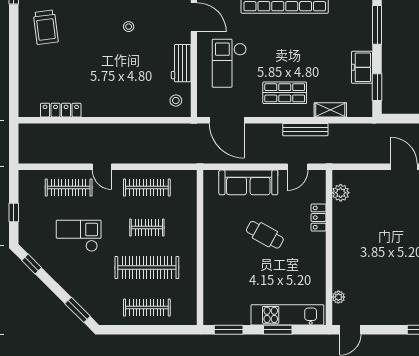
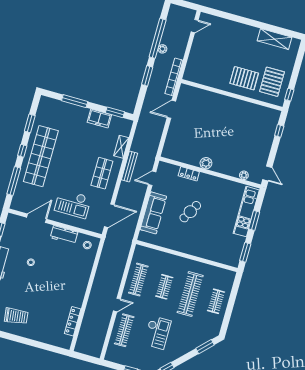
door: (298, 167) -> (152, 178), swing flipped
plant: (341, 193) -> (206, 163), moved
checkout: (79, 236) -> (157, 332), turned 180
clothes rail: (147, 308) -> (216, 301), width x0.73

